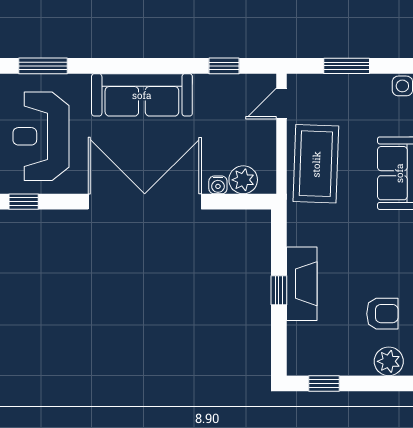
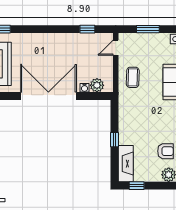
sofa: (142, 95) -> (47, 43), removed
coffee table: (316, 164) -> (133, 77), width x0.54, depth x0.58
fireplace: (302, 284) -> (126, 164), moved

